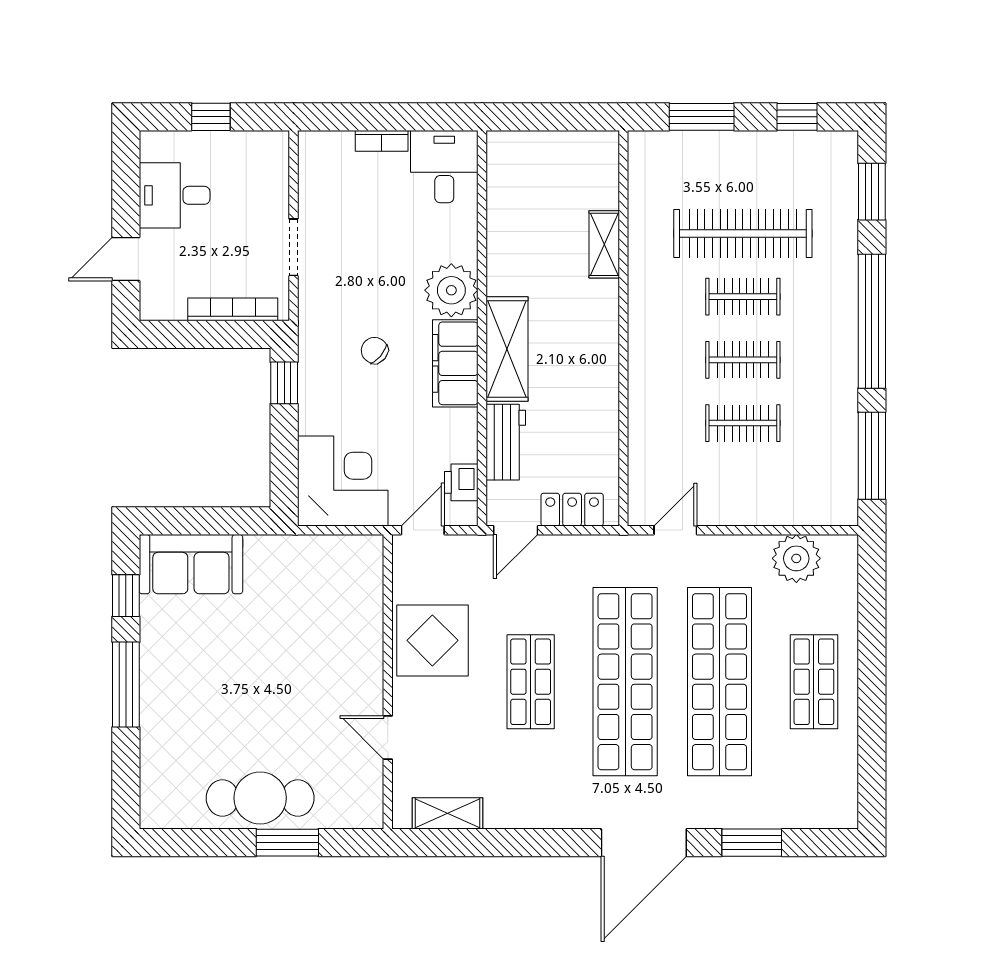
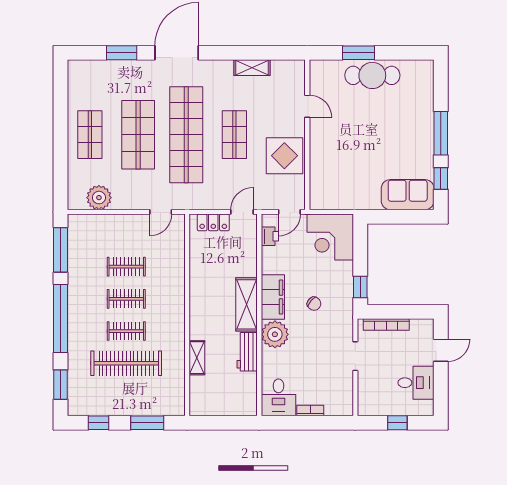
workbench: (506, 442) -> (247, 352), moved
shop shelf: (720, 682) -> (138, 135), width x0.71
shelving: (447, 813) -> (252, 68), moved

